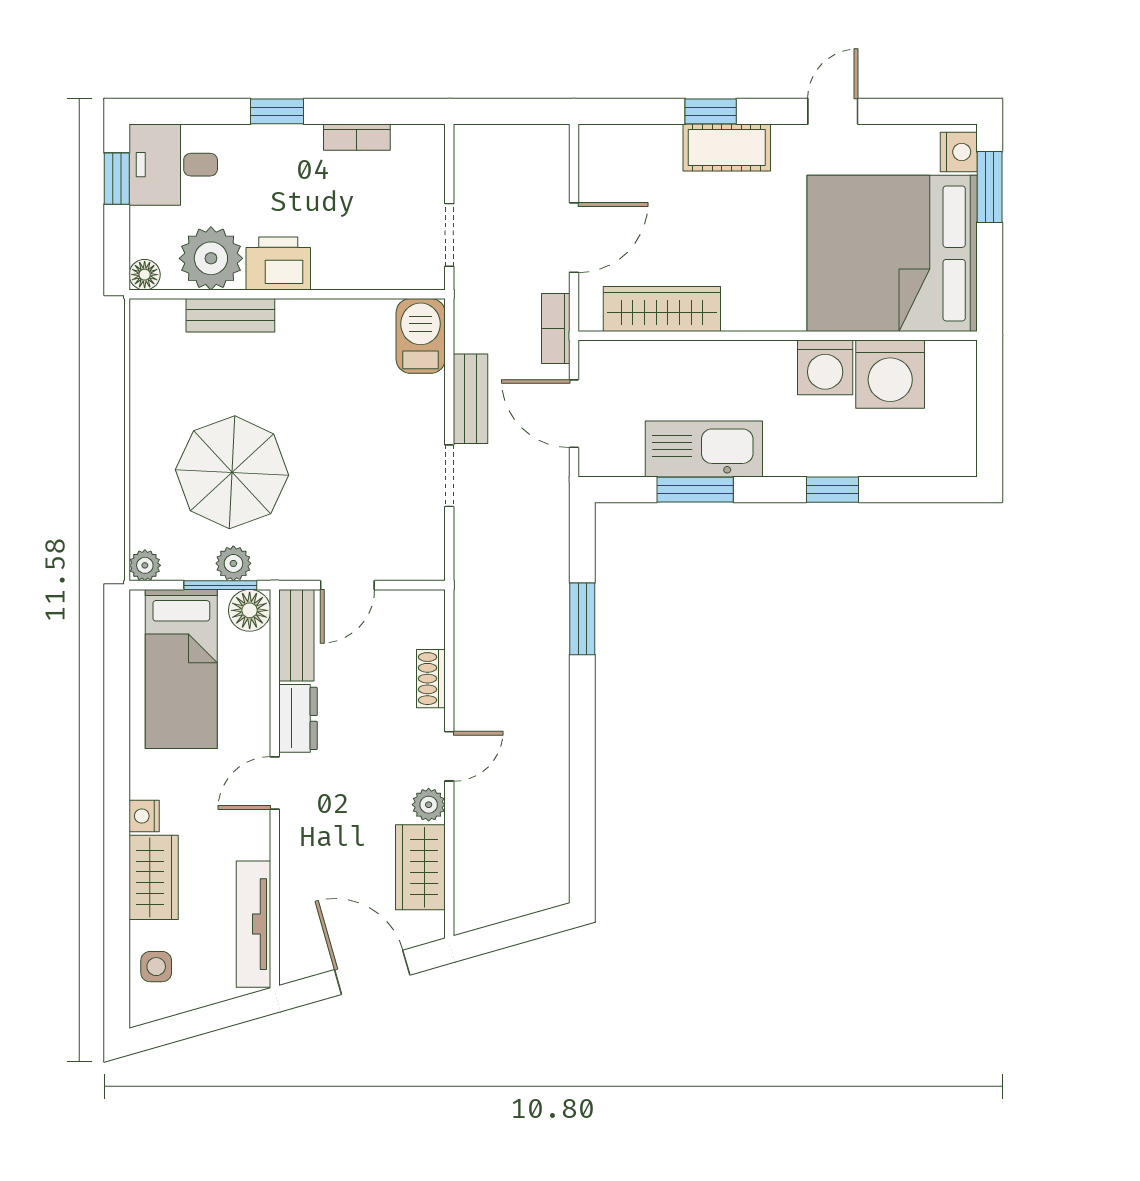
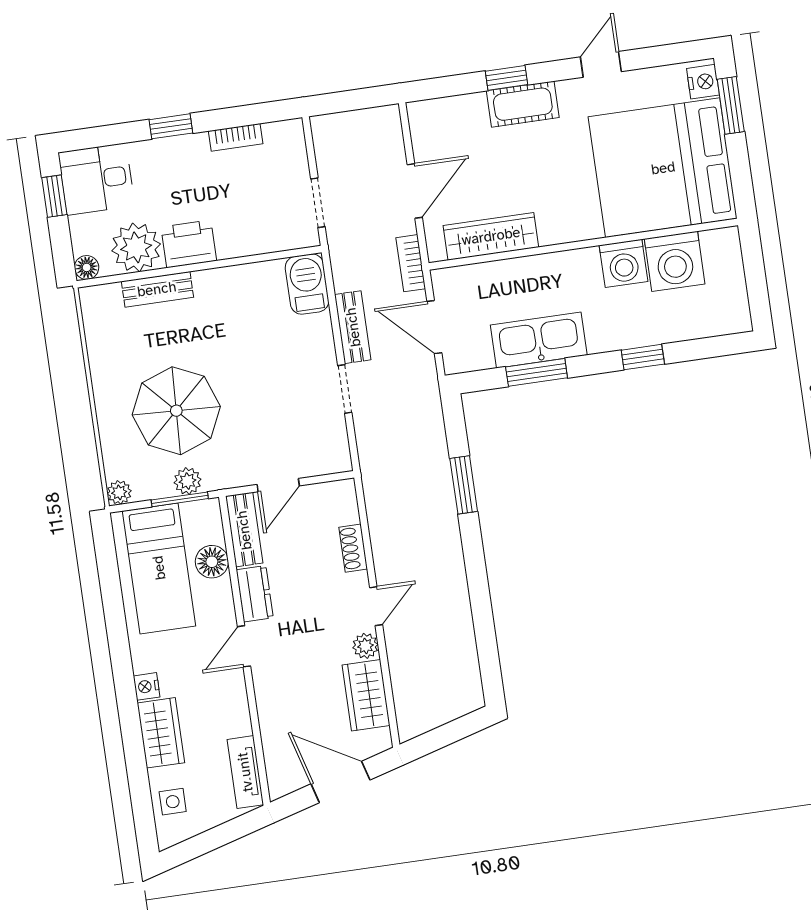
floor lamp: (250, 610) -> (212, 562), moved
tv unit: (253, 924) -> (245, 772), width x0.71

